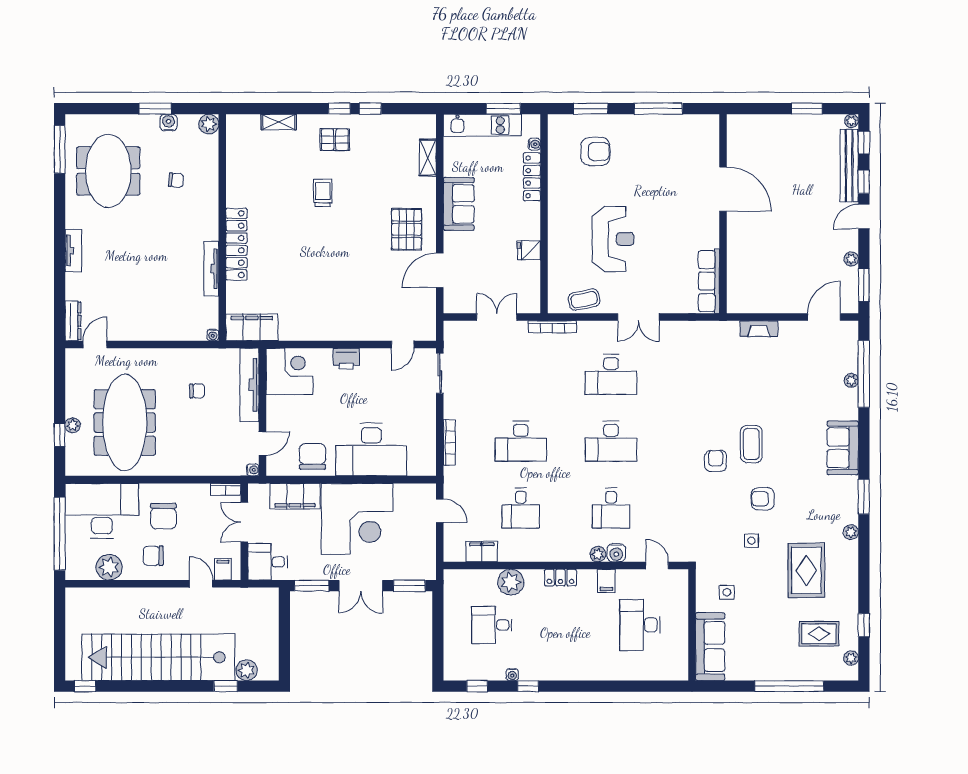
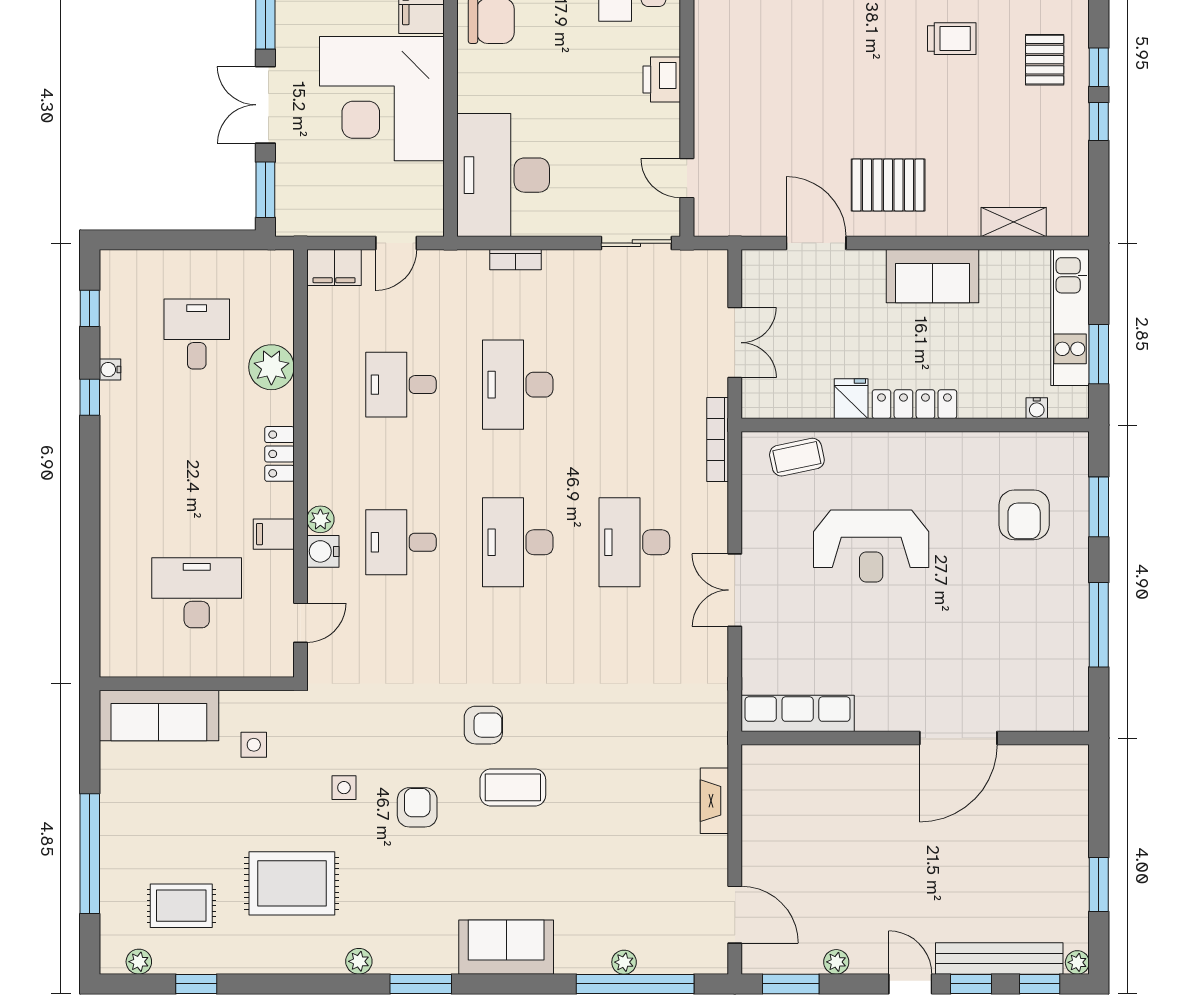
locker: (532, 177) -> (914, 404), moved
coffee table: (584, 300) -> (797, 457), moved, turned 90
bookcase: (449, 442) -> (516, 260), width x0.64
desk: (371, 450) -> (503, 175), moved
filing cabinet: (482, 552) -> (334, 268), moved, turned 90
rug: (819, 634) -> (181, 906), turned 90

